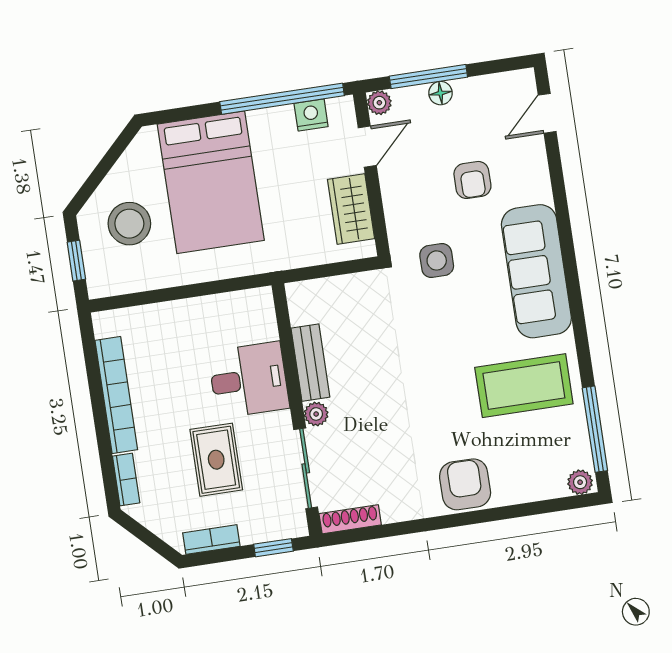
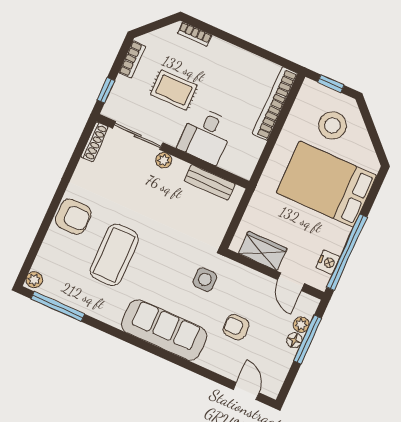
plant: (379, 103) -> (301, 325), moved
bench: (310, 363) -> (210, 182), moved
coffee table: (524, 386) -> (114, 255), moved
bookcase: (116, 395) -> (275, 104), moved, turned 90

